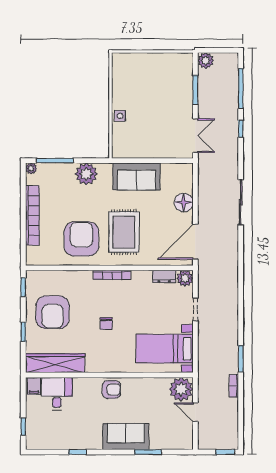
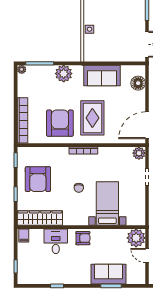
floor lamp: (184, 202) -> (138, 83), moved
bookcase: (32, 215) -> (22, 120), moved
dresser: (164, 276) -> (123, 152), removed
bed with nightstands: (165, 349) -> (107, 203), moved, turned 90
desk: (57, 394) -> (56, 241), moved
sofa: (126, 437) -> (108, 274), moved

